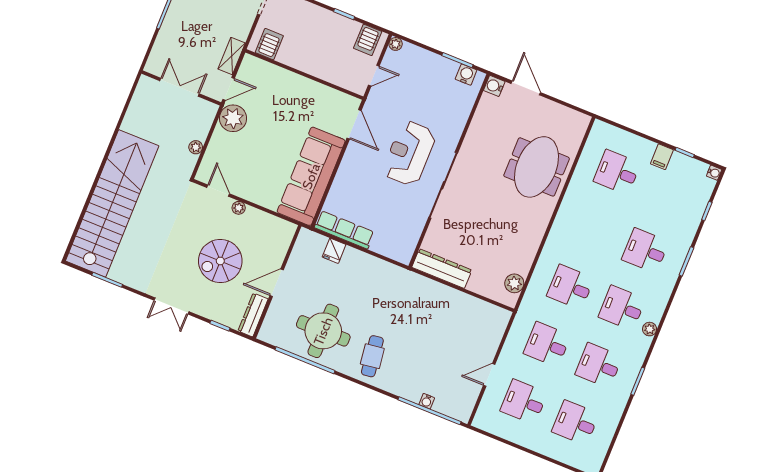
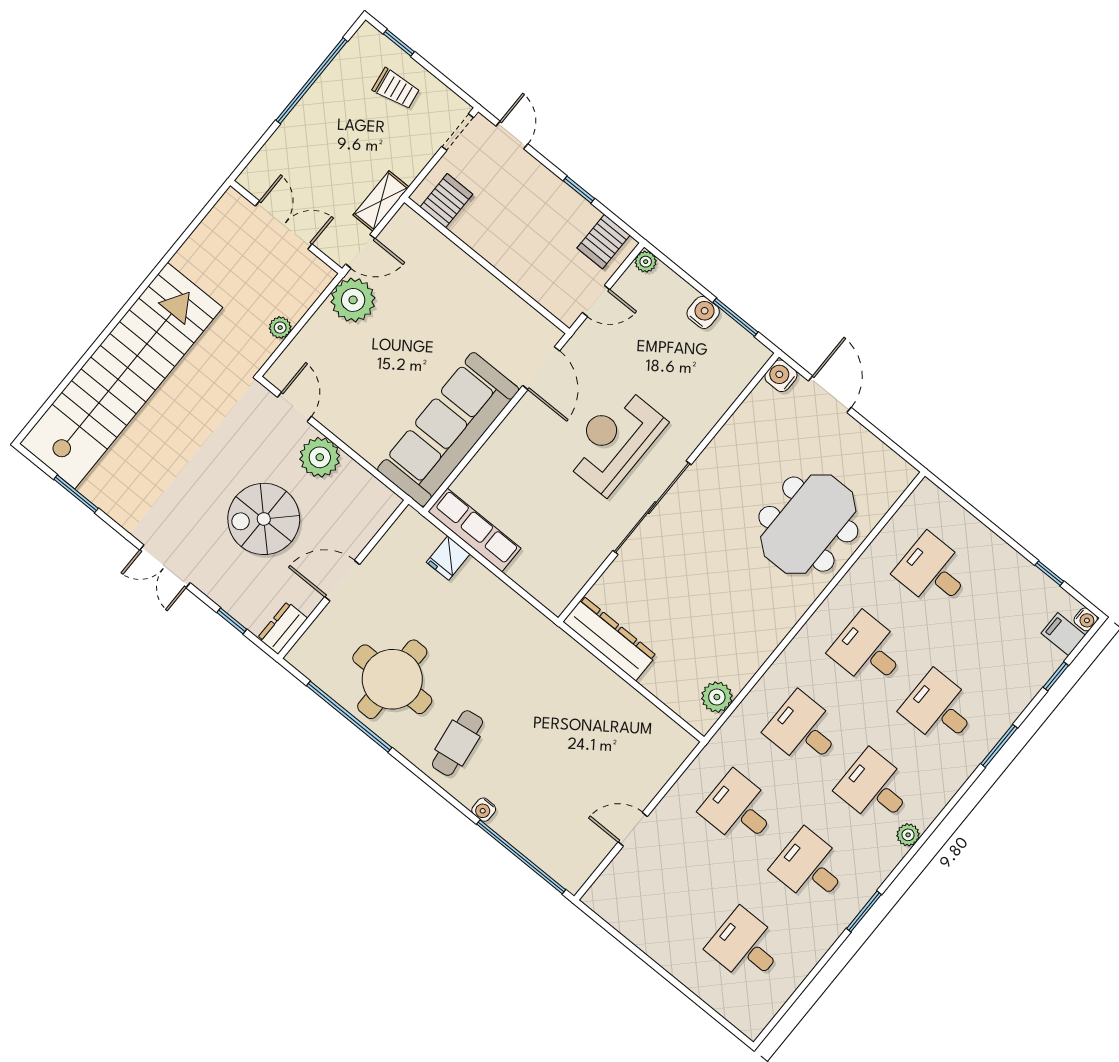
water cooler: (466, 75) -> (703, 312), moved
filing cabinet: (662, 157) -> (1063, 634), moved, turned 90
plant: (239, 208) -> (320, 457), width x1.88, depth x1.88
dresser: (253, 315) -> (283, 628), width x0.70
water cooler: (427, 401) -> (484, 810), moved
desk: (524, 402) -> (868, 651), moved

